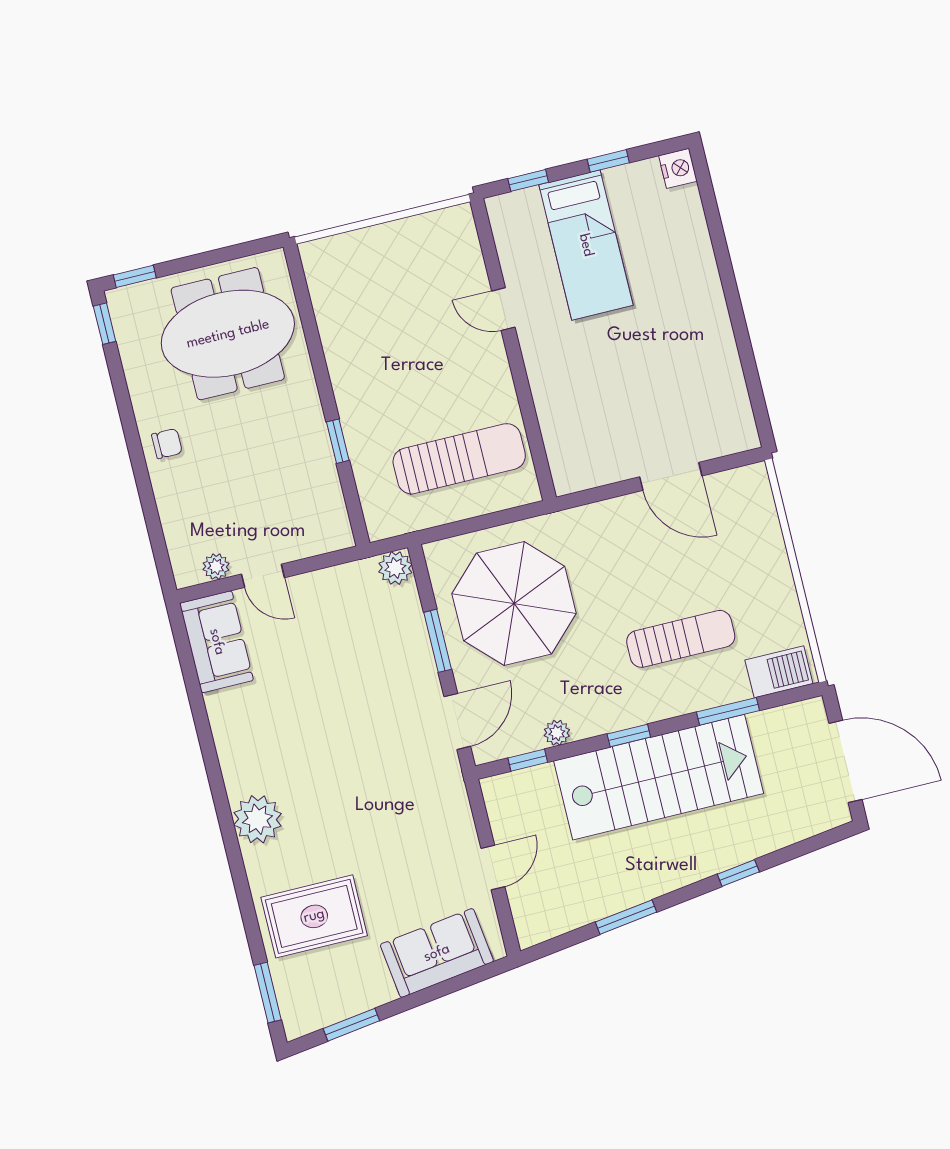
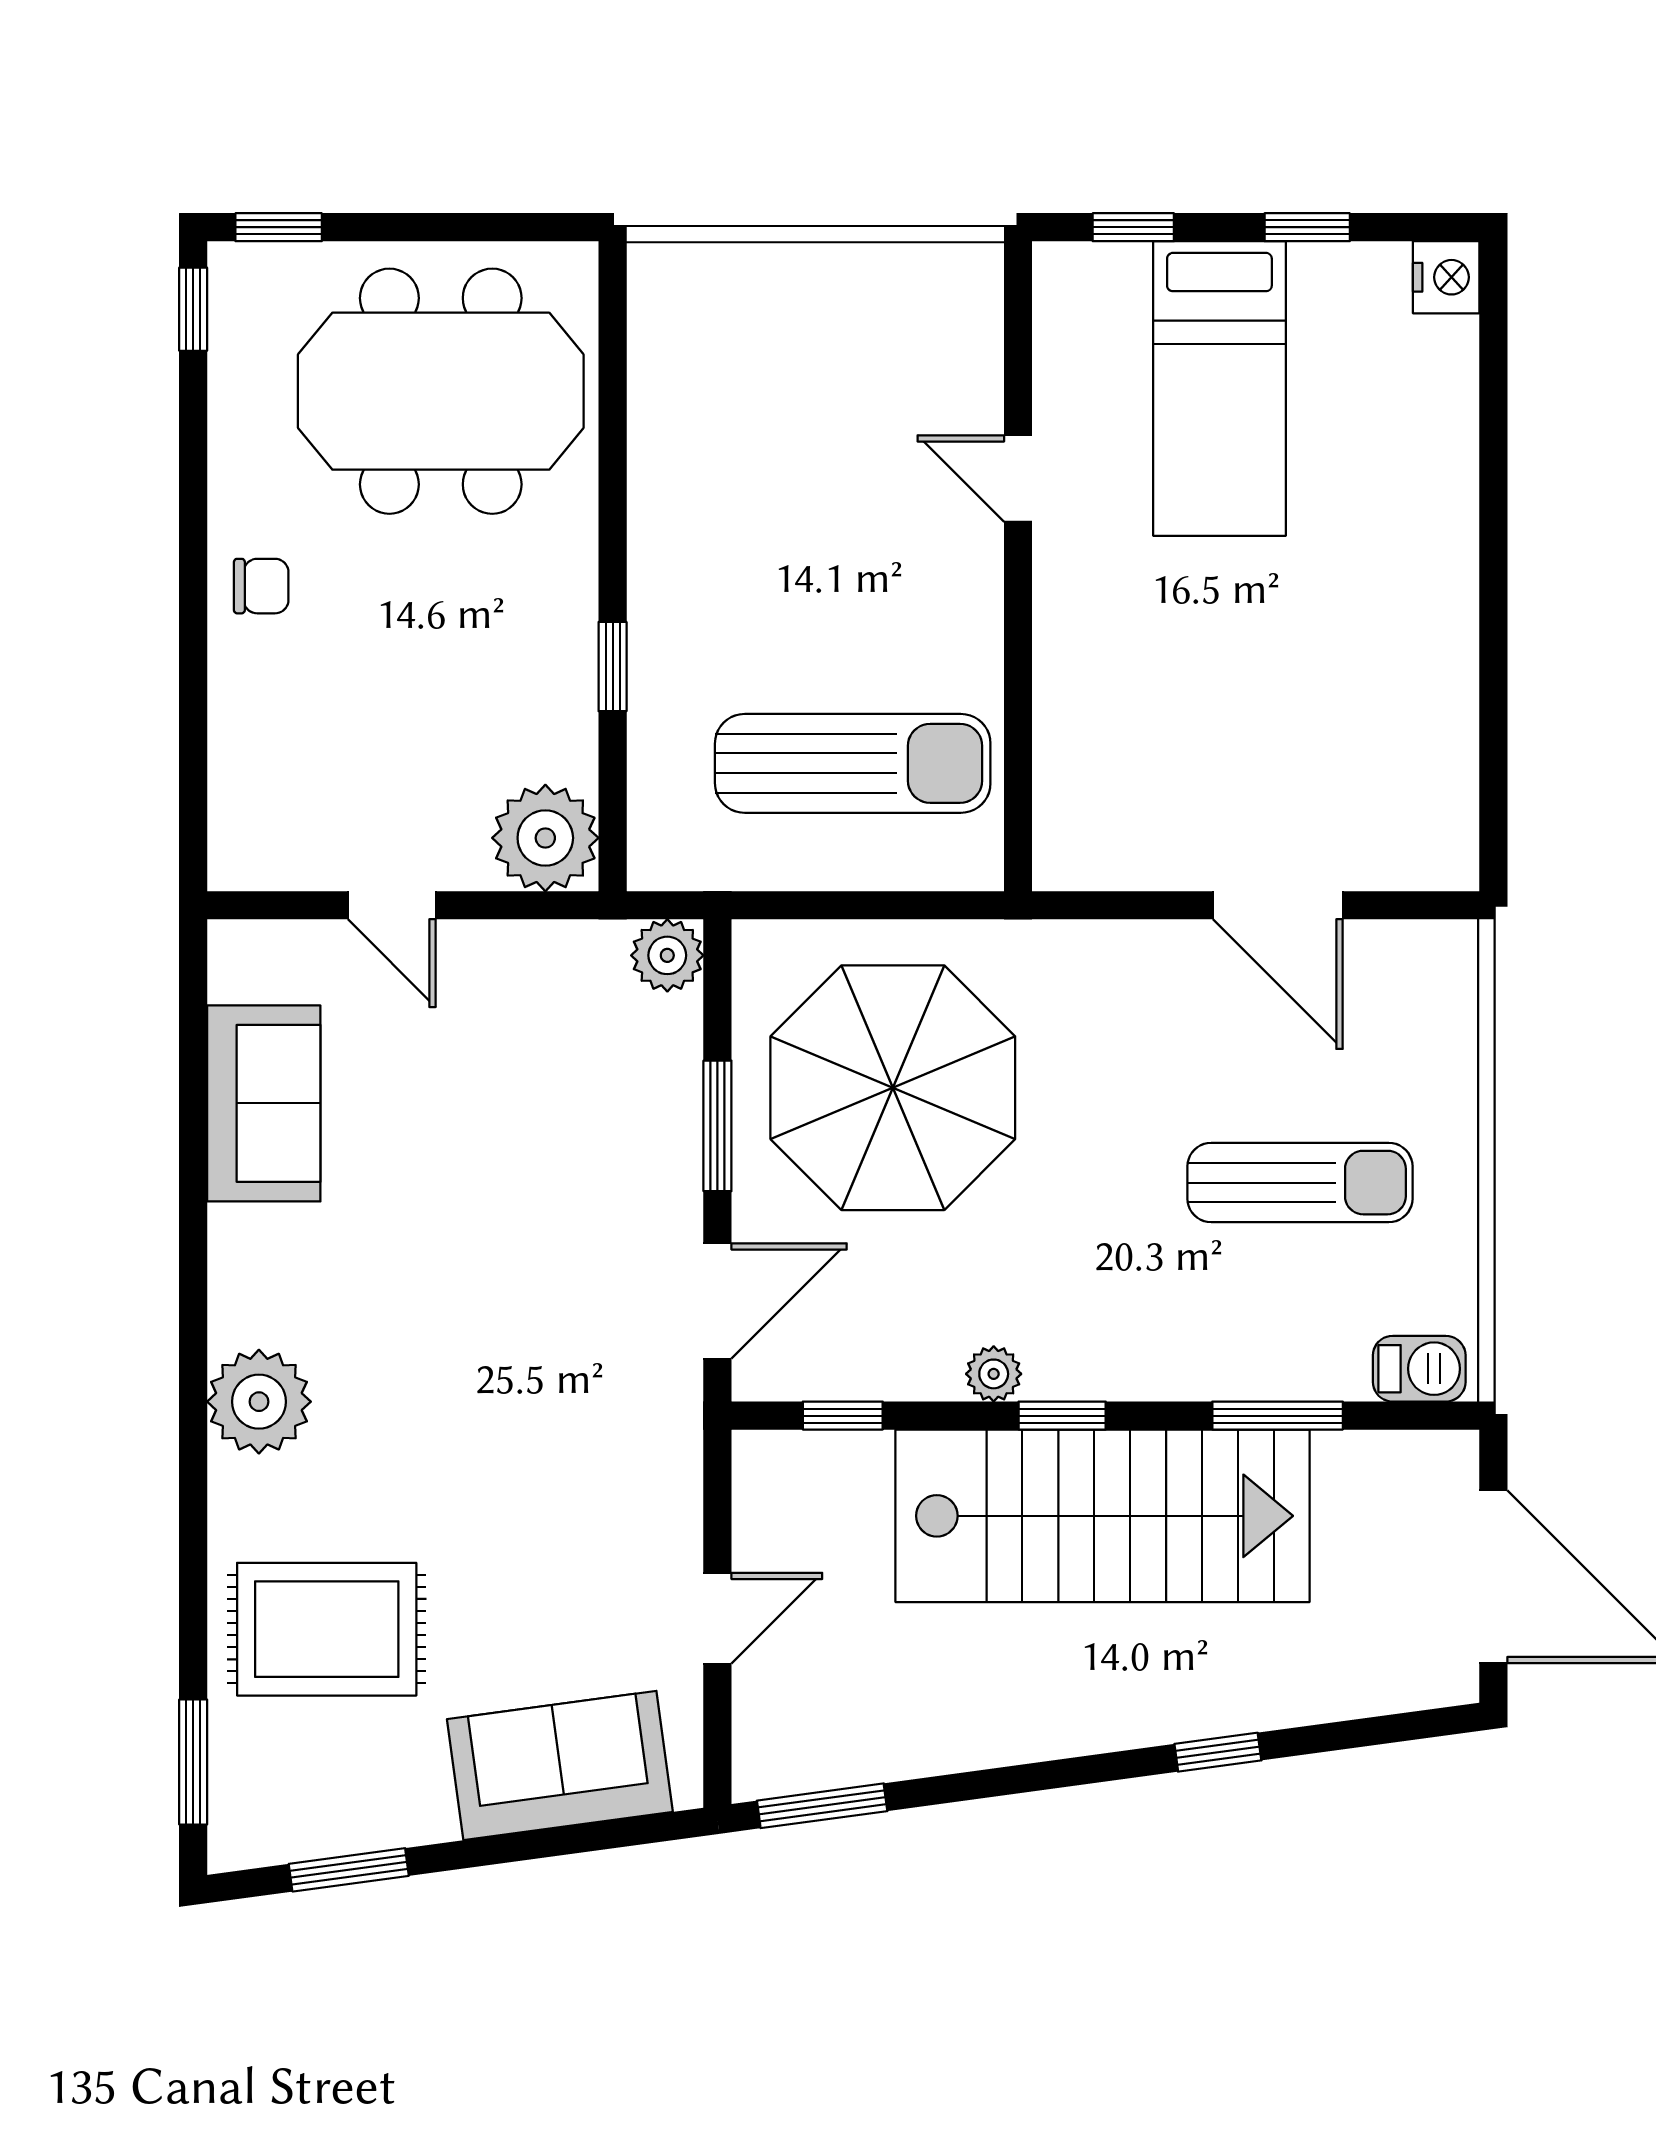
plant: (216, 567) -> (545, 838), moved, width x1.88, depth x1.88
sun lounger: (681, 639) -> (1300, 1183), moved
sofa: (217, 642) -> (264, 1103), moved
barbecue: (779, 672) -> (1419, 1369), width x0.73, depth x0.79
plant: (557, 733) -> (994, 1374), moved
window: (626, 917) -> (822, 1806), moved

